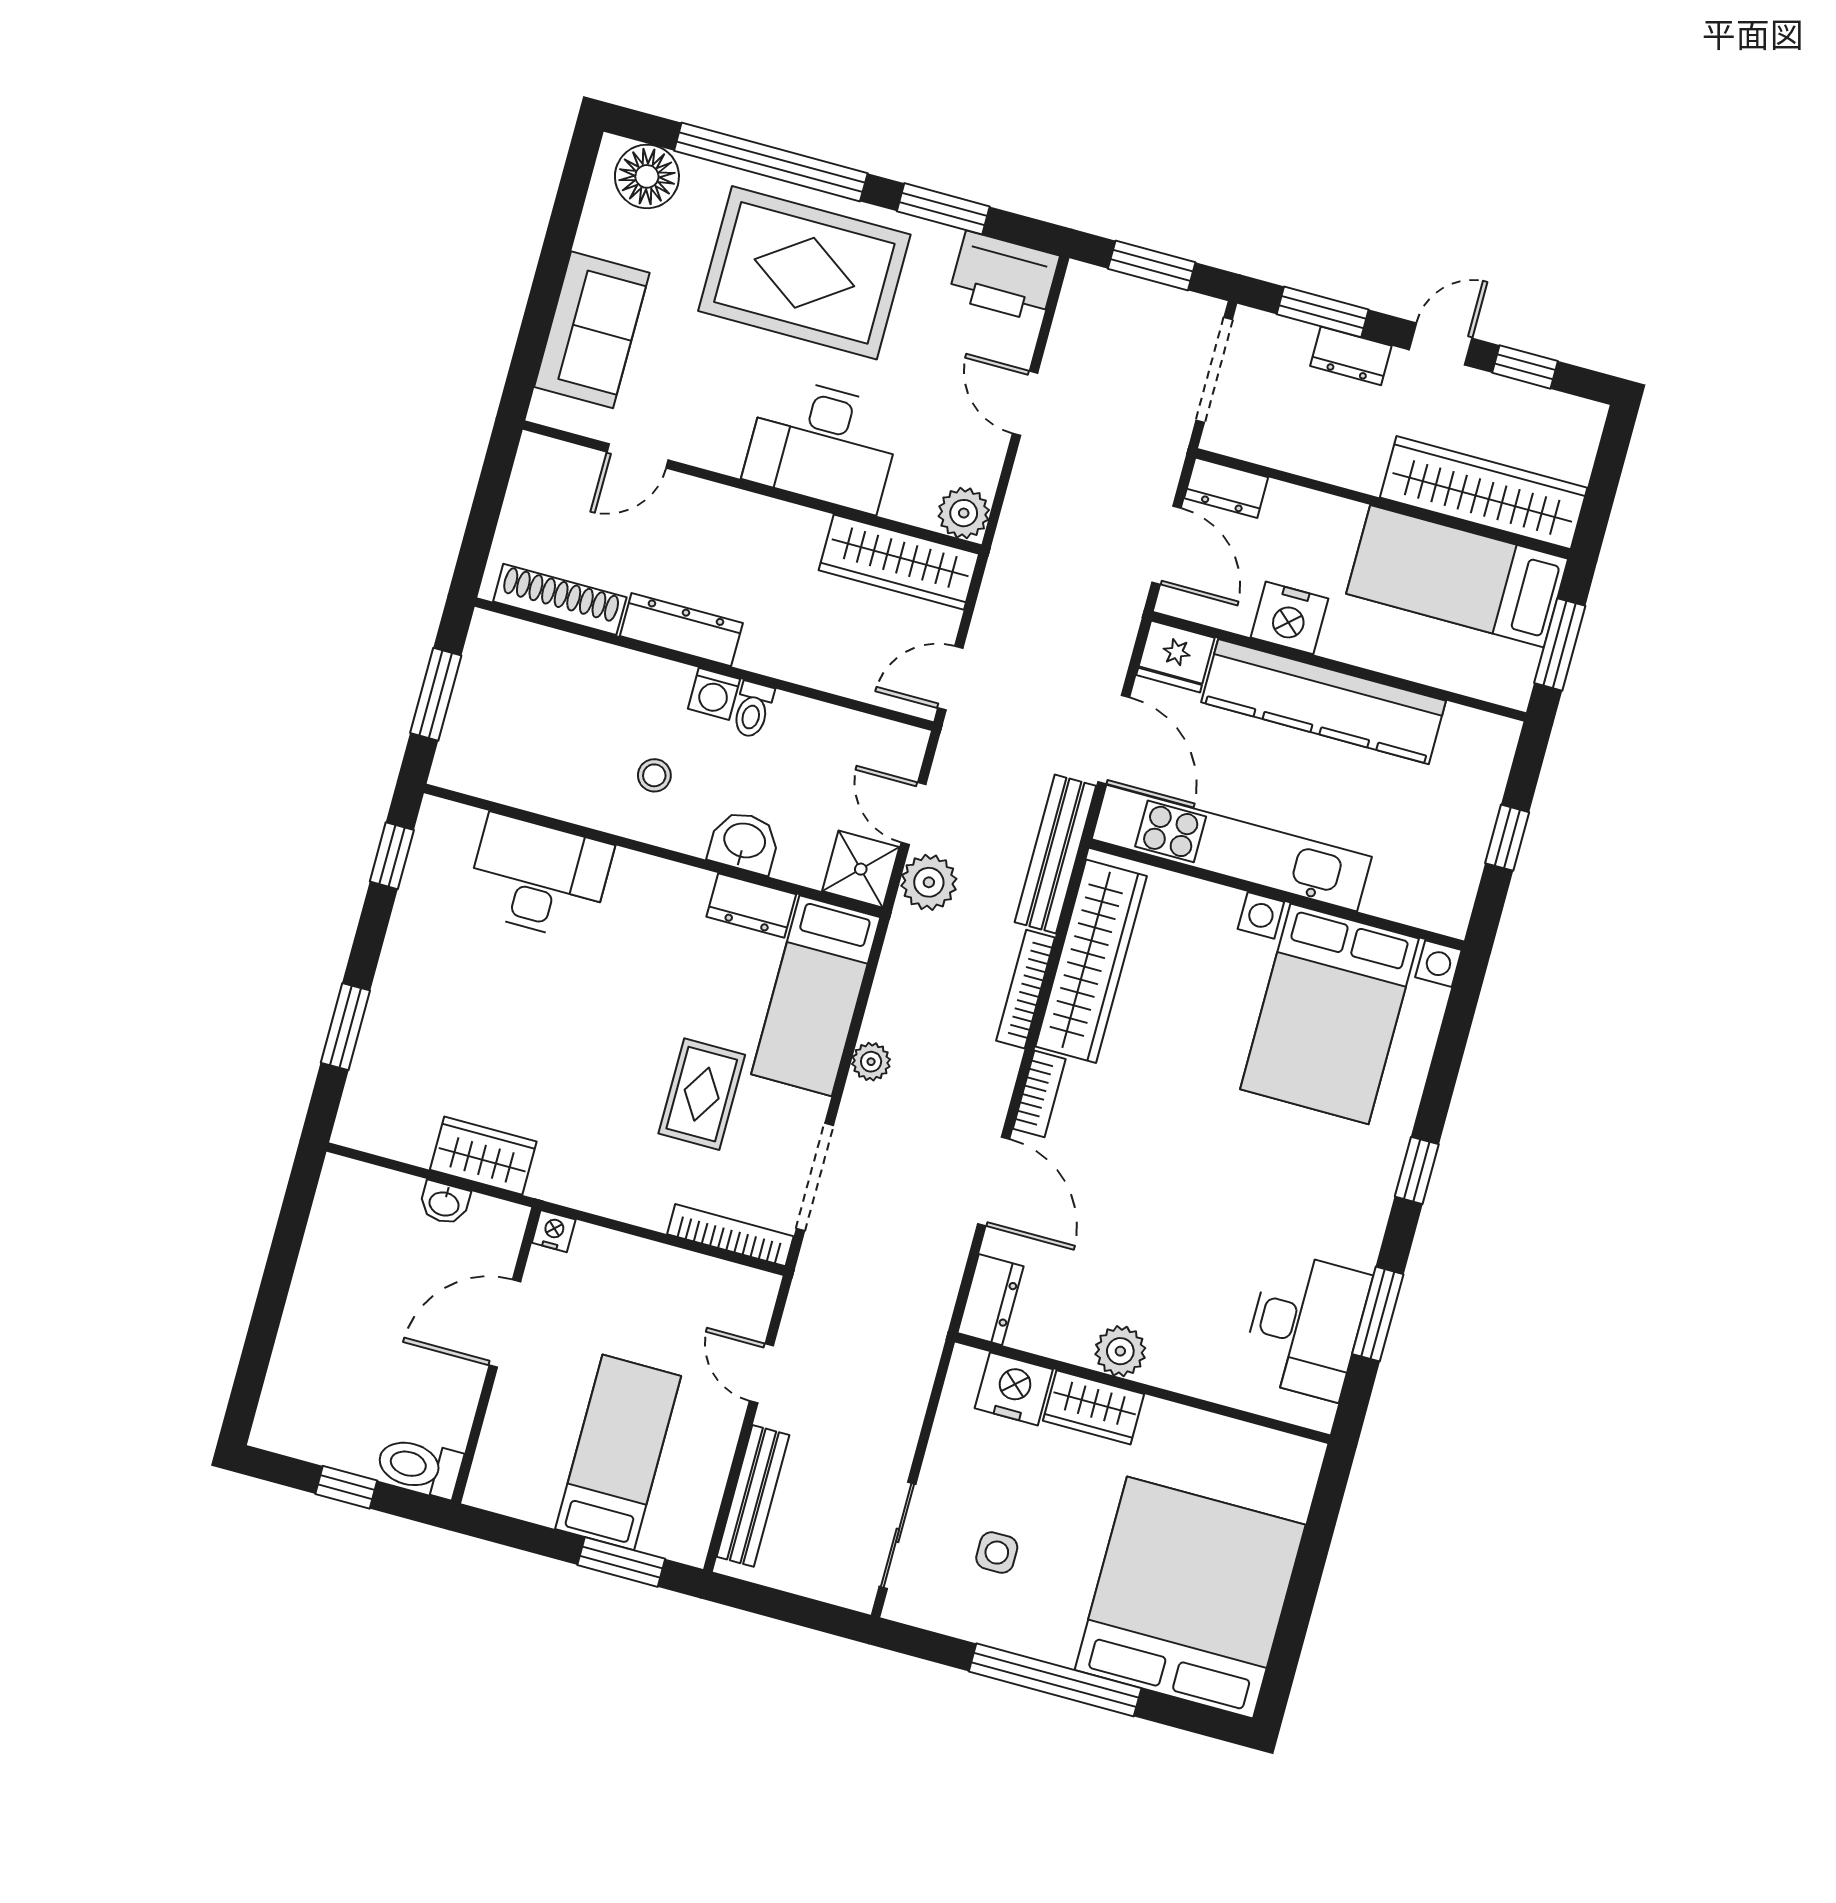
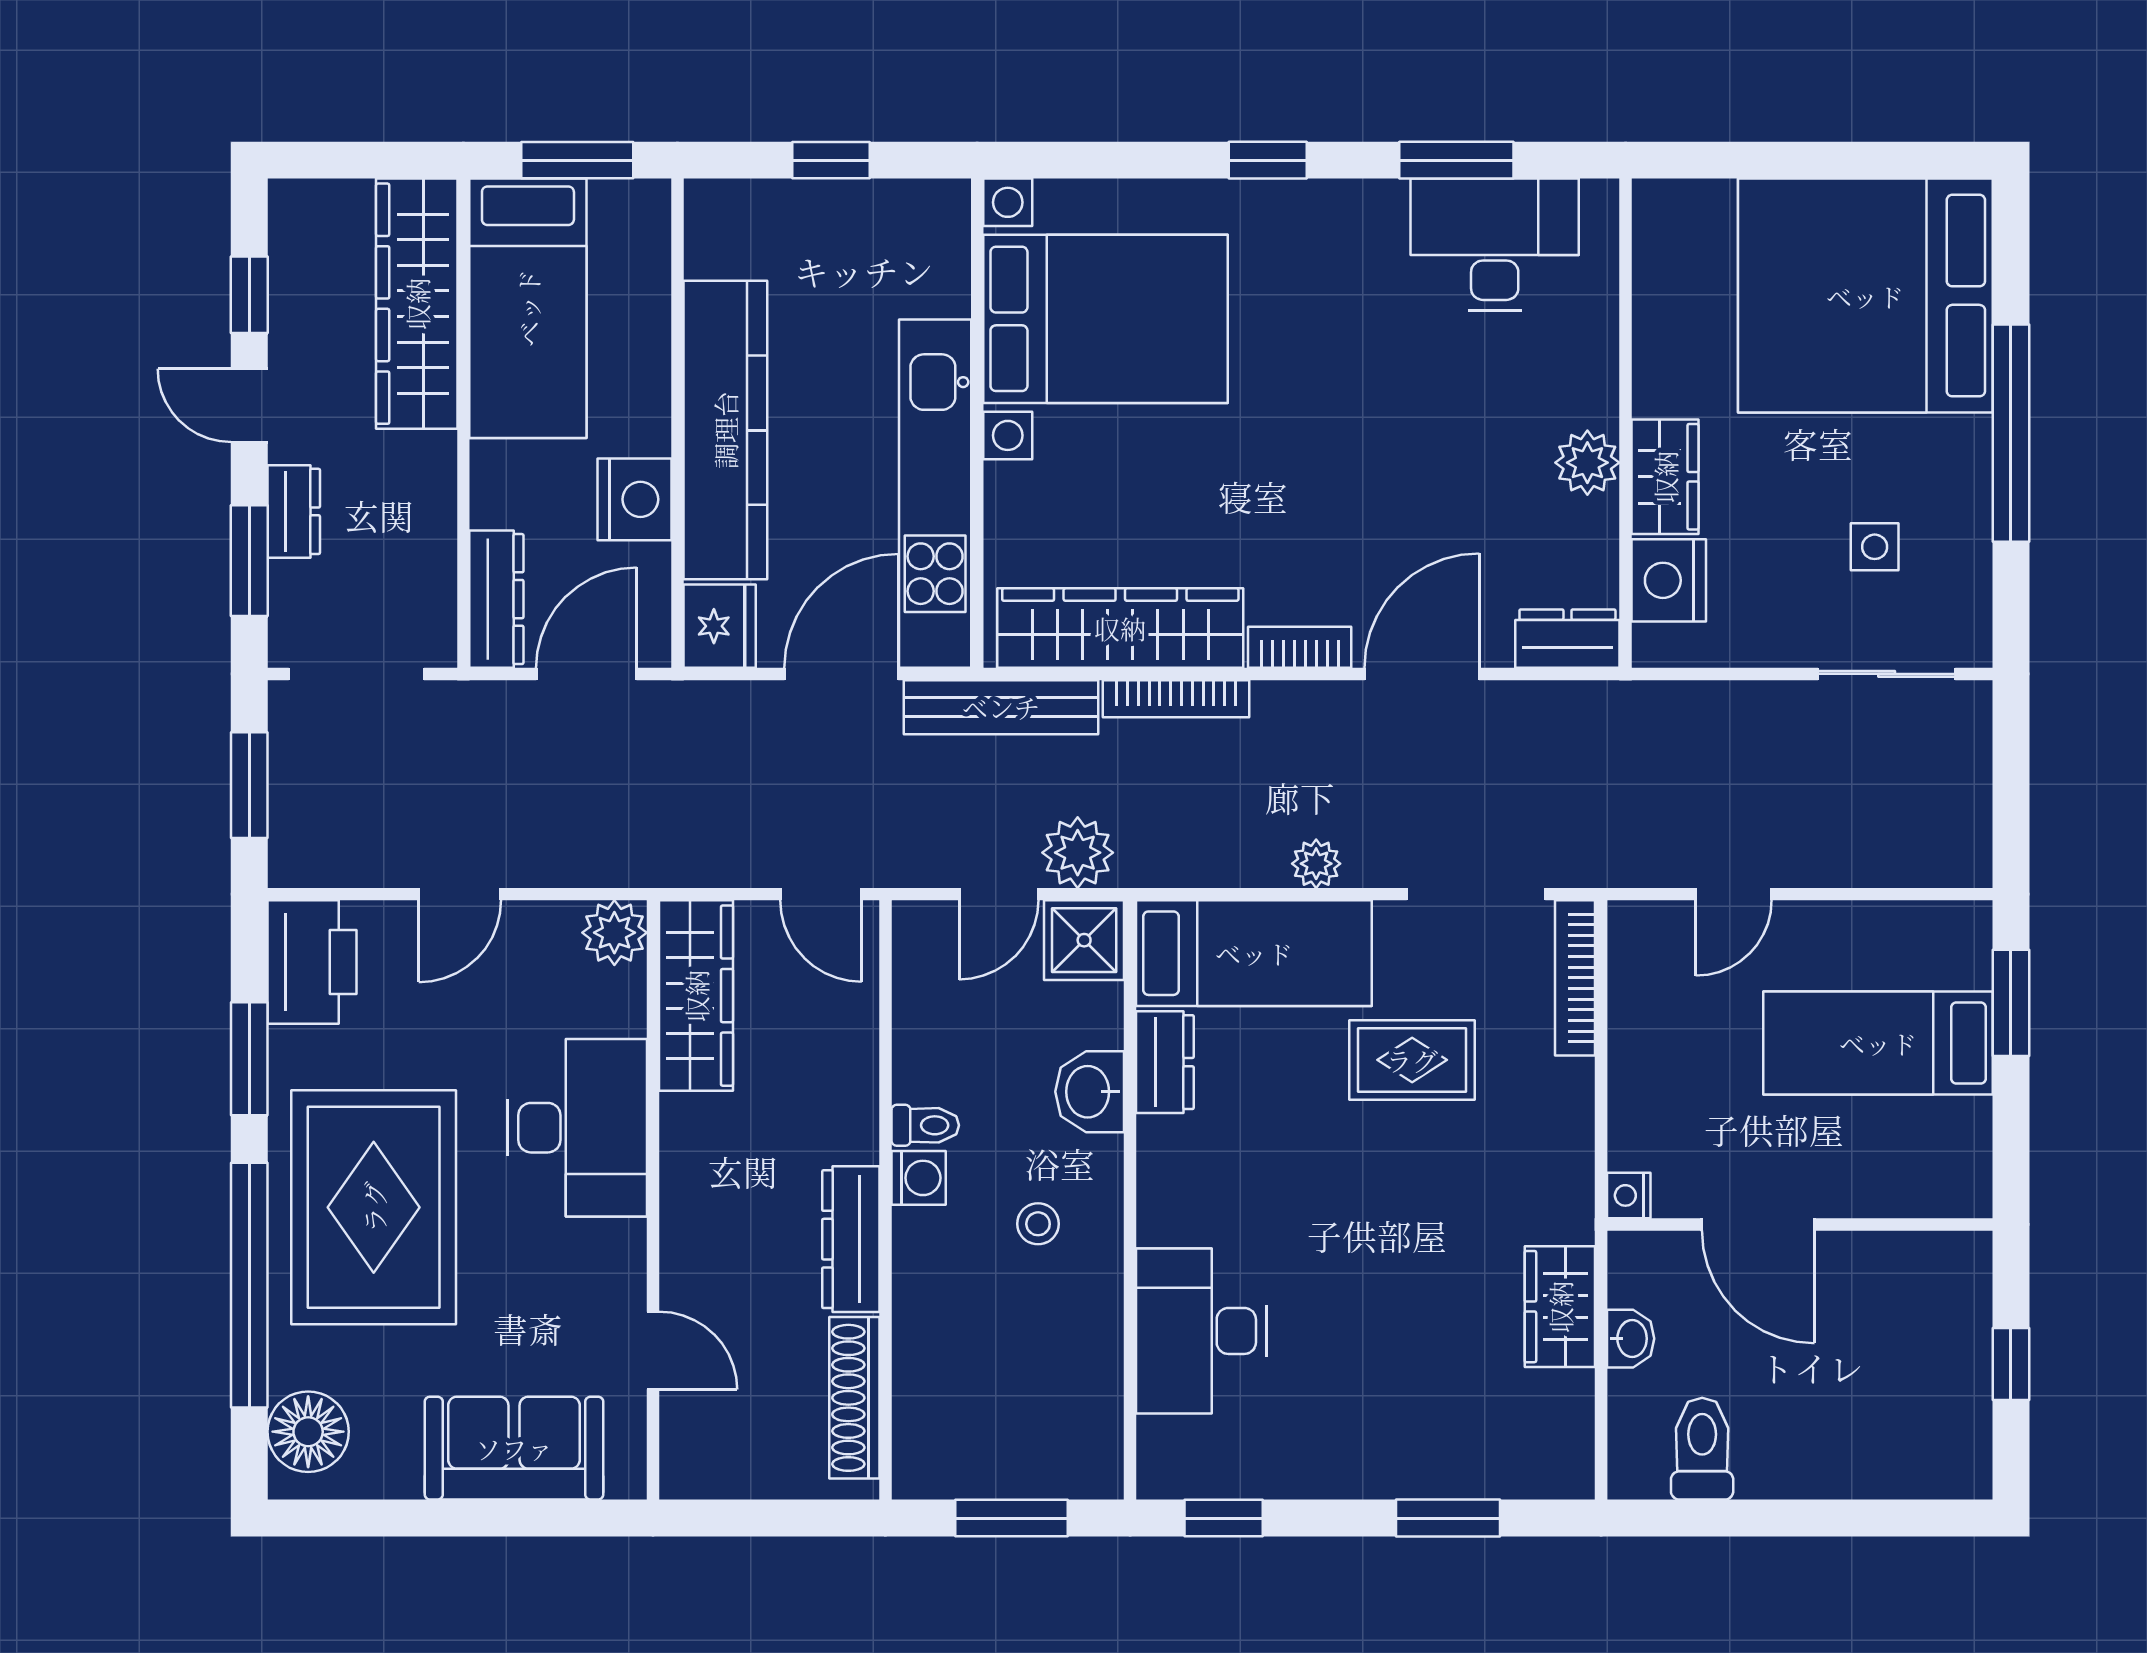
dresser: (1226, 488) -> (496, 599), width x1.44
toilet: (419, 1467) -> (1702, 1449), moved, turned 180
bench: (753, 1496) -> (1886, 864), removed

